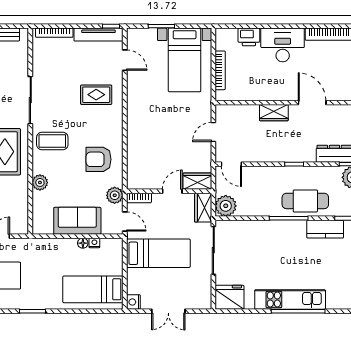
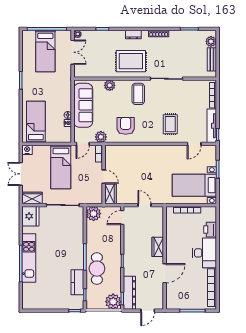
wardrobe: (203, 208) -> (32, 198), moved
sofa: (77, 221) -> (83, 105), width x1.36

